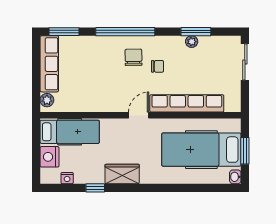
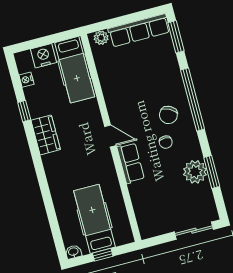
plant: (192, 42) -> (195, 172), width x1.88, depth x1.88
chair: (133, 57) -> (168, 115), turned 119
row of seats: (187, 103) -> (131, 163), width x0.50
hospital bed: (201, 150) -> (95, 219), width x0.73, depth x0.78
window: (245, 151) -> (103, 255), width x0.67

